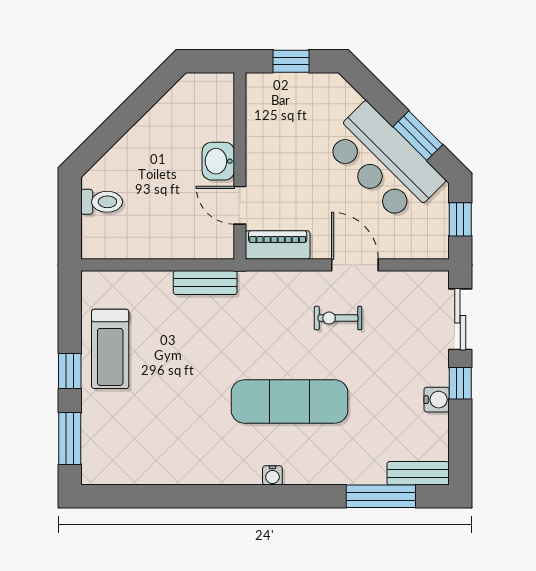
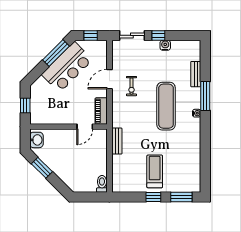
window: (141, 102) -> (42, 168), added
window: (418, 136) -> (56, 53), width x1.44
washbasin: (218, 161) -> (36, 140), moved, turned -90
toilet: (102, 202) -> (102, 184), moved
treadmill: (110, 349) -> (155, 171), moved, turned -90
bench: (418, 473) -> (196, 74), moved
window: (381, 496) -> (205, 96), moved

